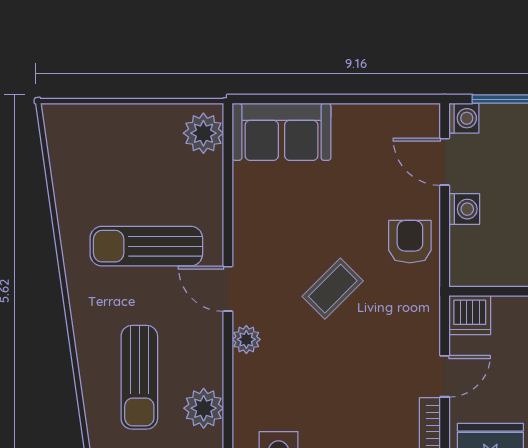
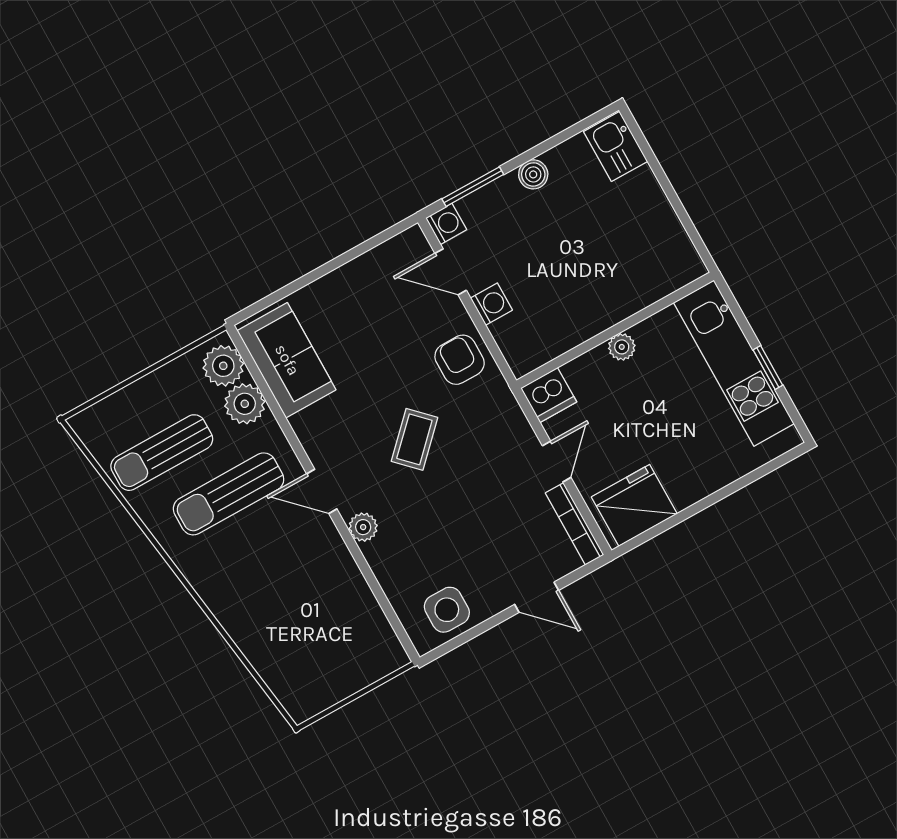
sofa: (281, 132) -> (287, 360), moved, turned -90
sun lounger: (139, 377) -> (162, 453), moved, turned 90
plant: (204, 408) -> (245, 404), moved

